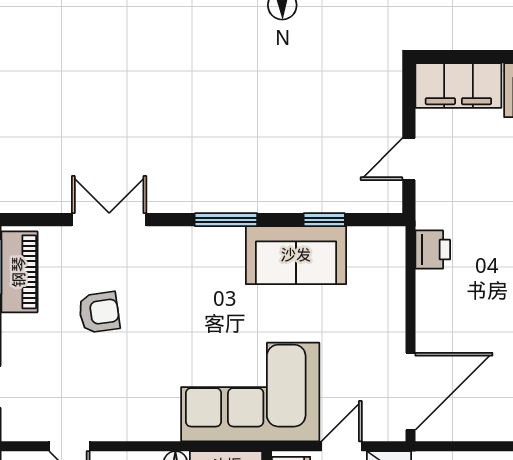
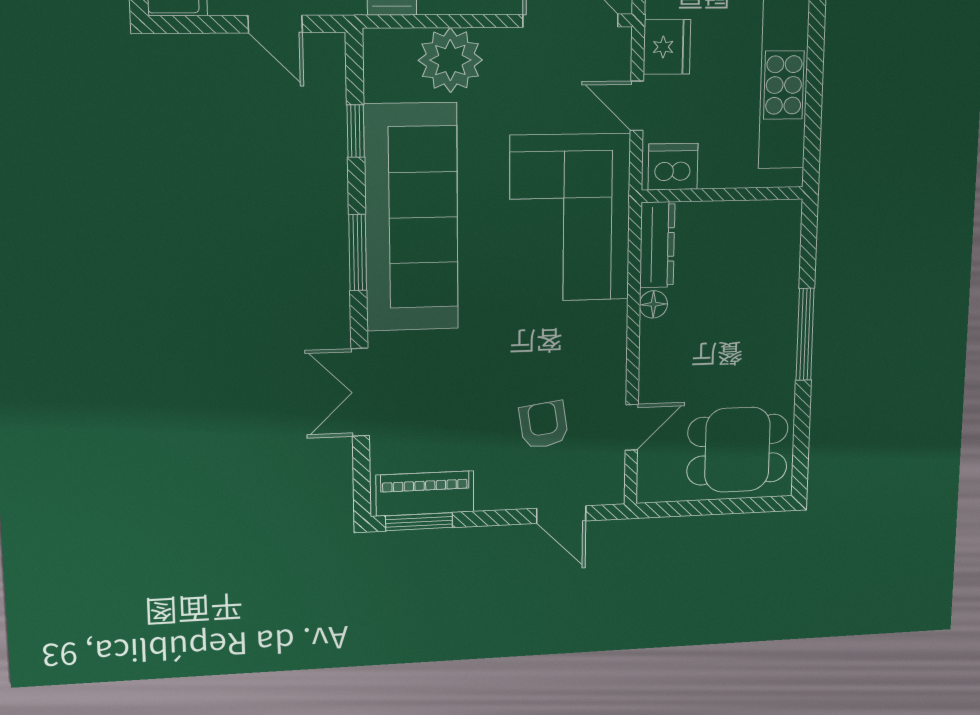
sofa: (296, 255) -> (411, 218), width x1.85, depth x1.27
plant: (380, 295) -> (450, 60), added
armchair: (99, 312) -> (544, 425), moved

